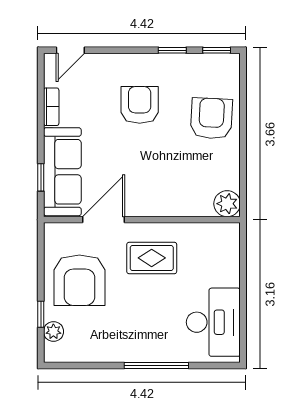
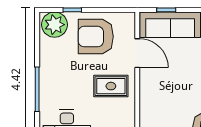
rug: (152, 258) -> (111, 86), turned 90
plant: (53, 332) -> (55, 25), width x1.88, depth x1.88

